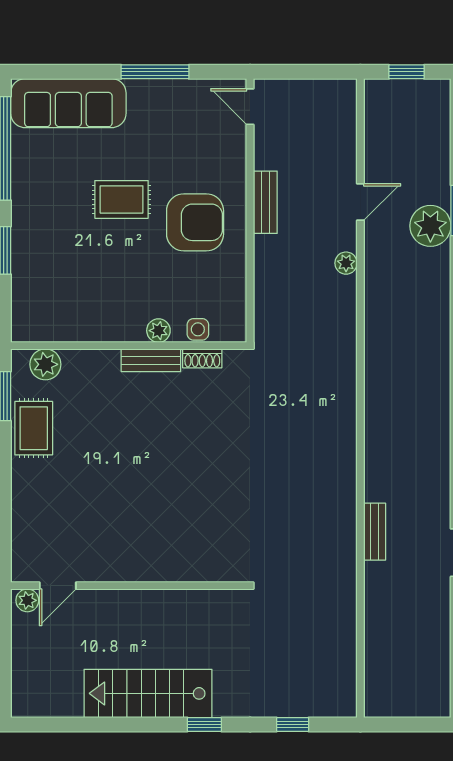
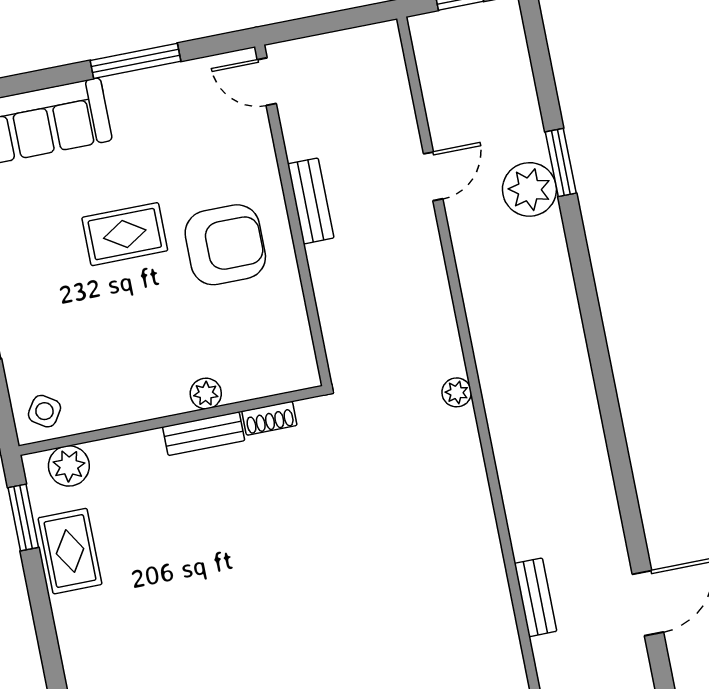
plant: (346, 263) -> (457, 392), moved
side table: (198, 329) -> (44, 411), moved, turned 33

